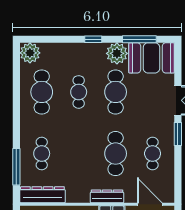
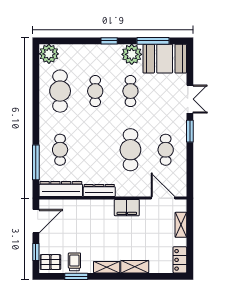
cafe table: (116, 92) -> (130, 91), width x0.73, depth x0.74
dresser: (107, 196) -> (99, 191), moved

